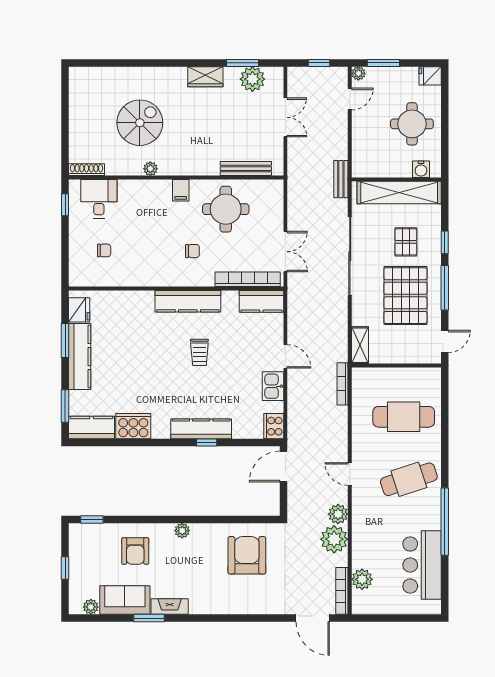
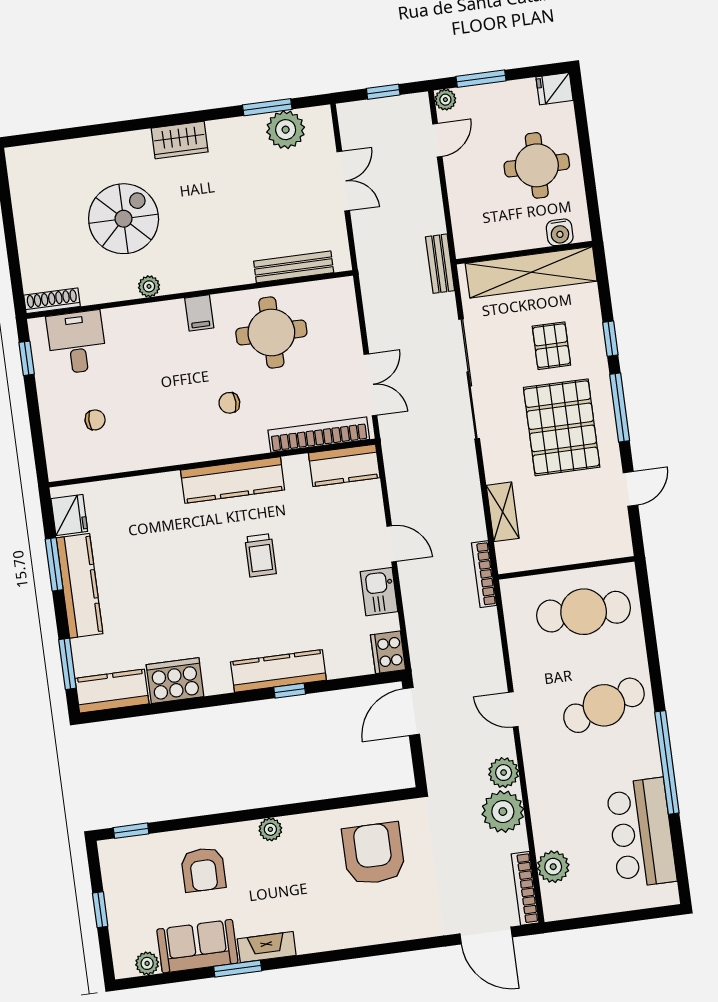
wardrobe: (205, 77) -> (180, 140), moved
chair: (192, 251) -> (229, 403), turned 180
wall: (396, 366) -> (566, 568), moved

